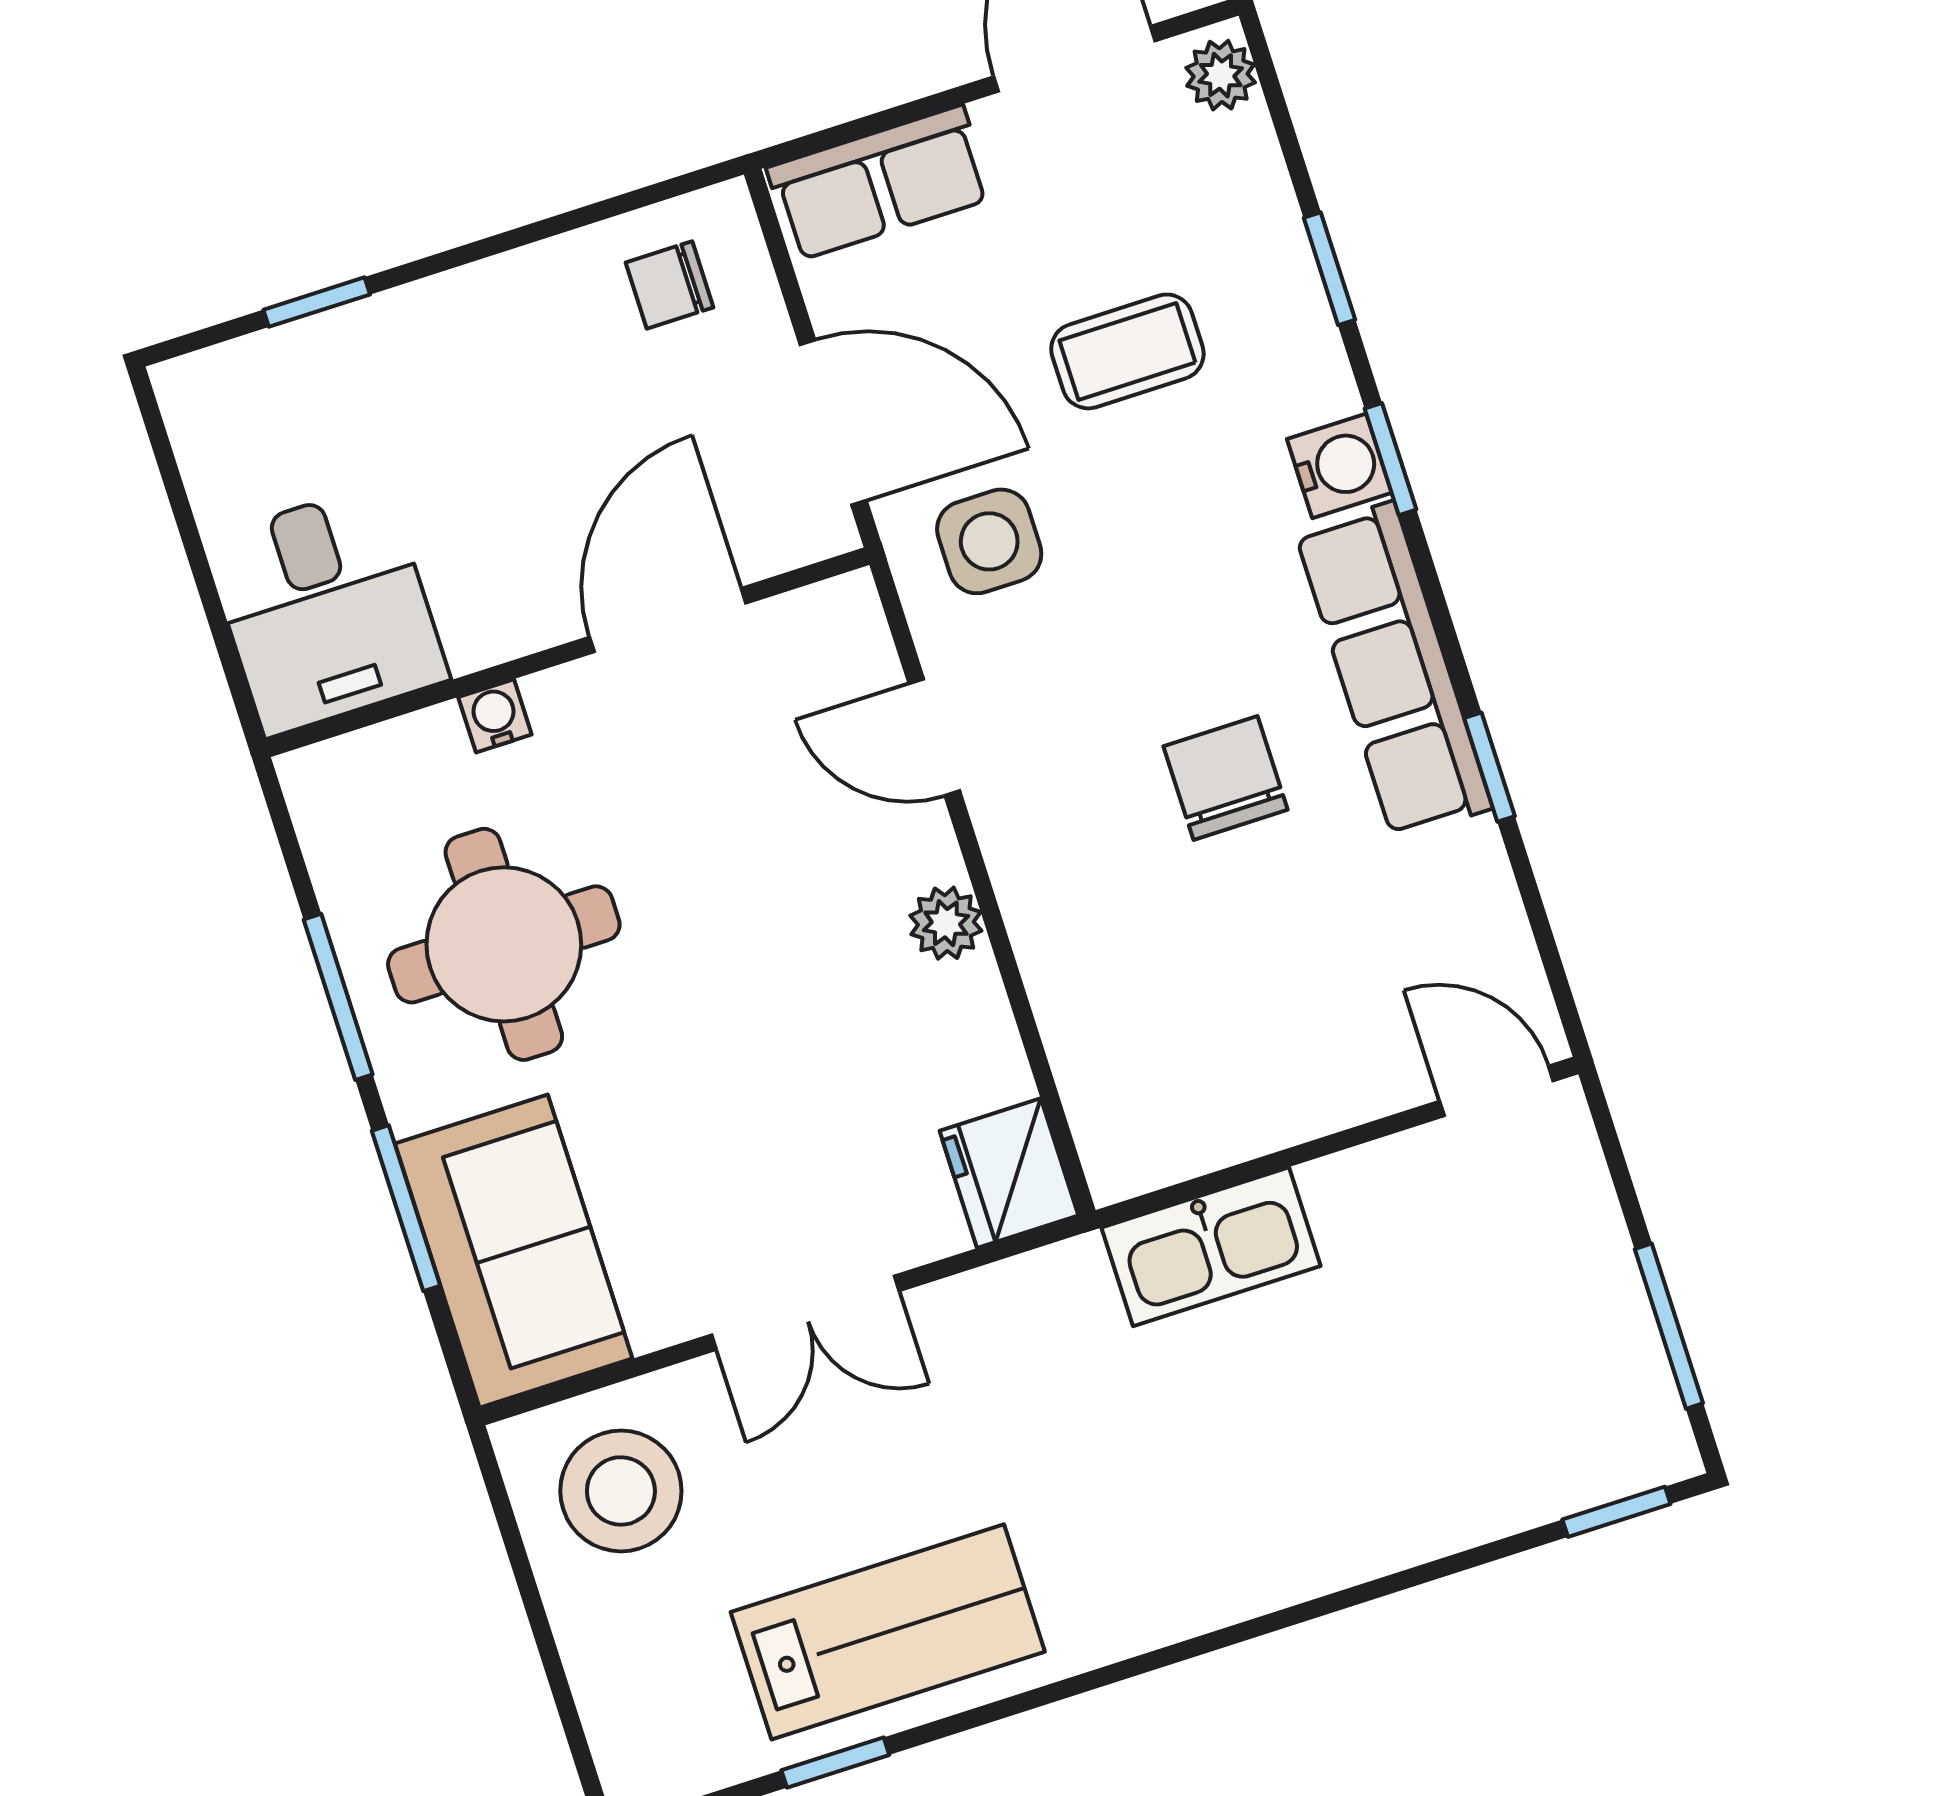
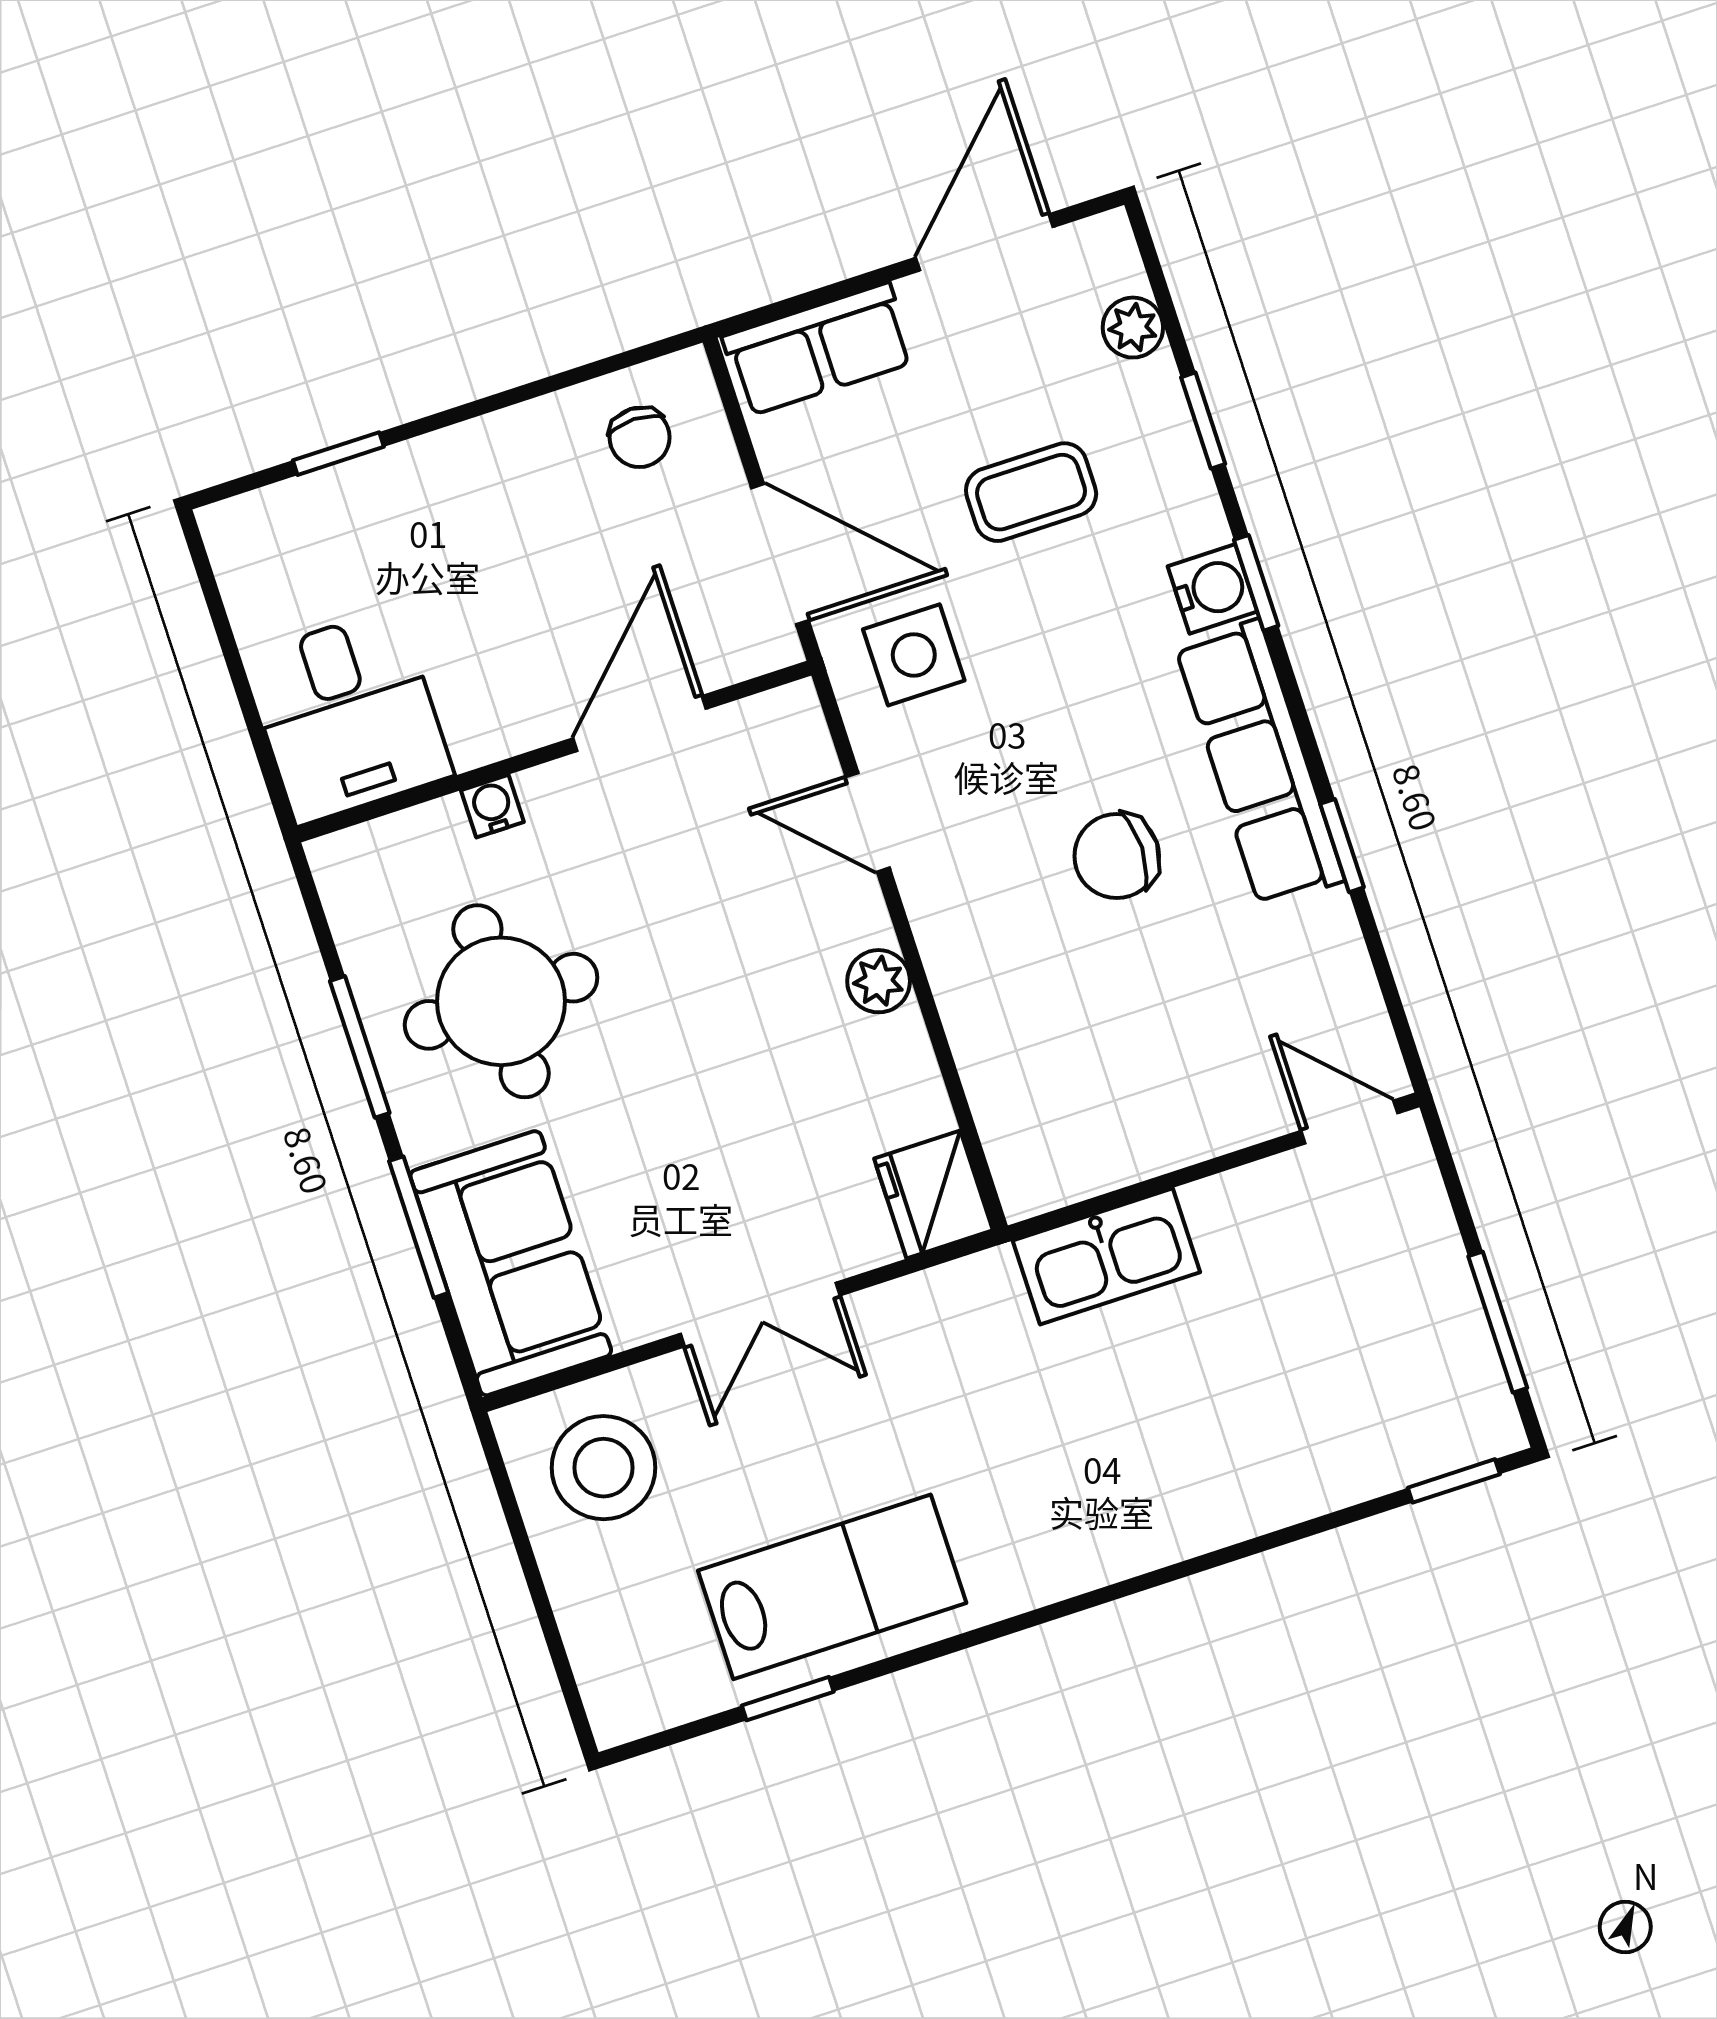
plant: (1221, 75) -> (1133, 328), moved
chair: (669, 285) -> (640, 437), turned -90
chair: (1226, 778) -> (1117, 856), turned -90

